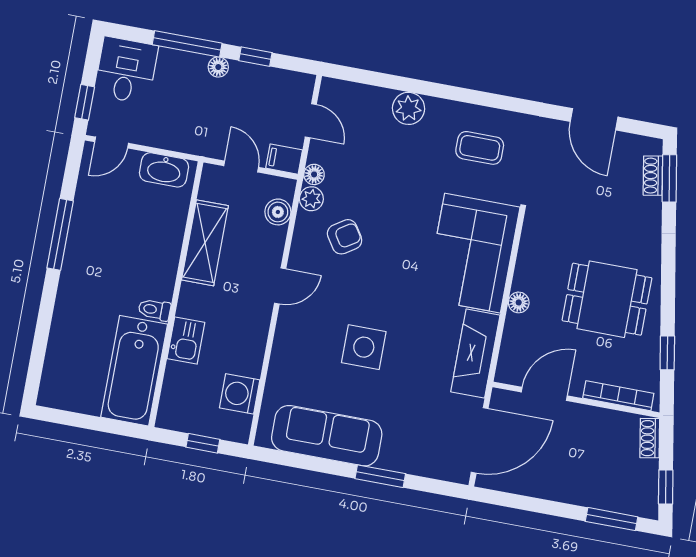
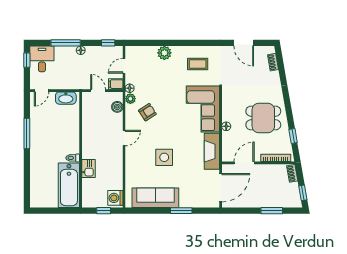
window: (255, 57) -> (108, 43), moved
window: (85, 102) -> (27, 60), moved
door: (311, 121) -> (124, 66), swing flipped
window: (669, 178) -> (280, 62), removed
shelving: (205, 243) -> (89, 126), removed
washing machine: (240, 394) -> (115, 198), moved
window: (612, 519) -> (272, 211), moved

